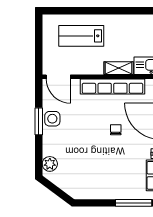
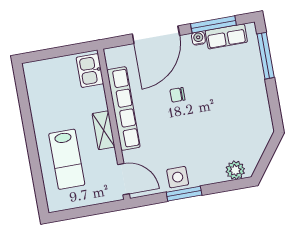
shelving: (119, 68) -> (103, 130), moved
door: (58, 77) -> (123, 179), hinge flipped

